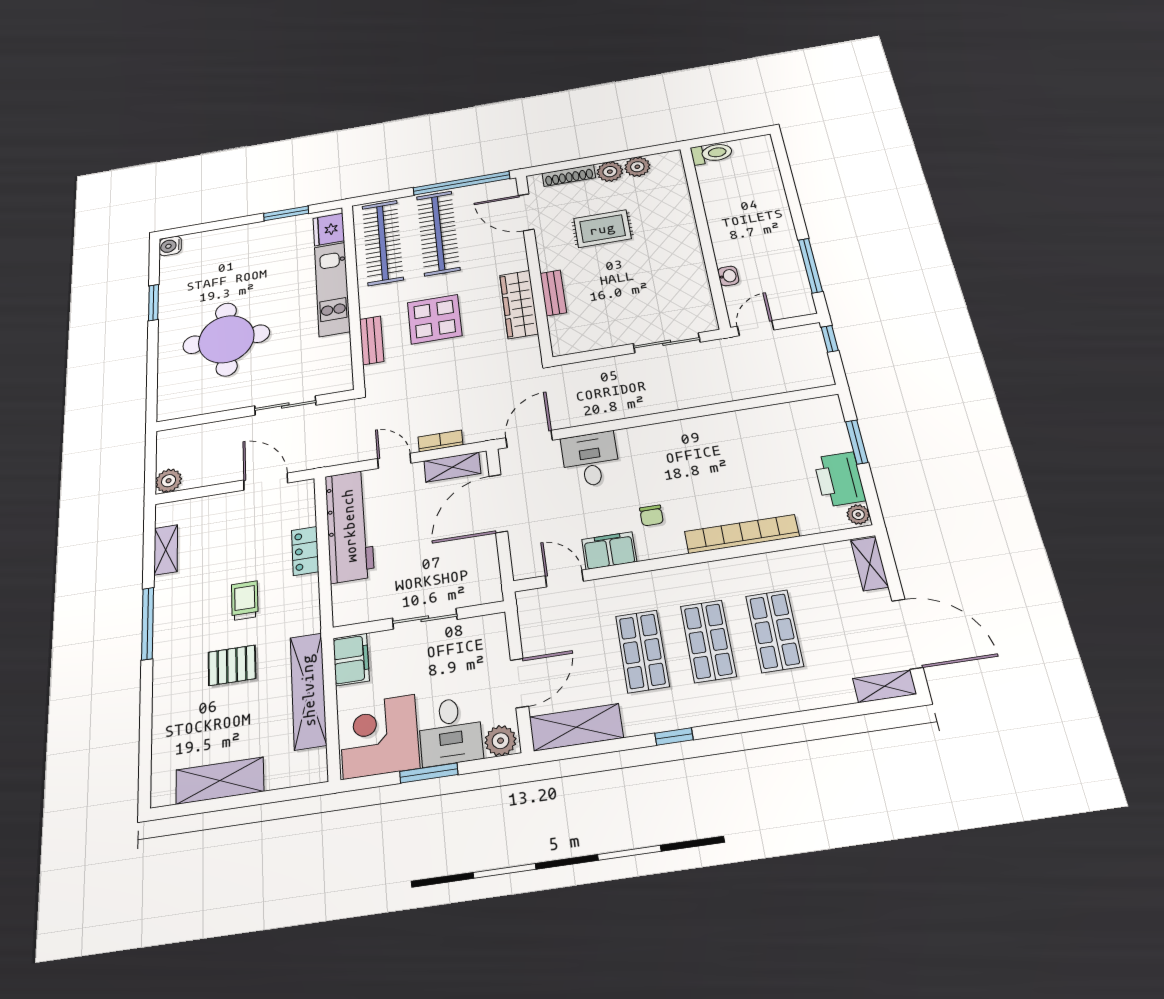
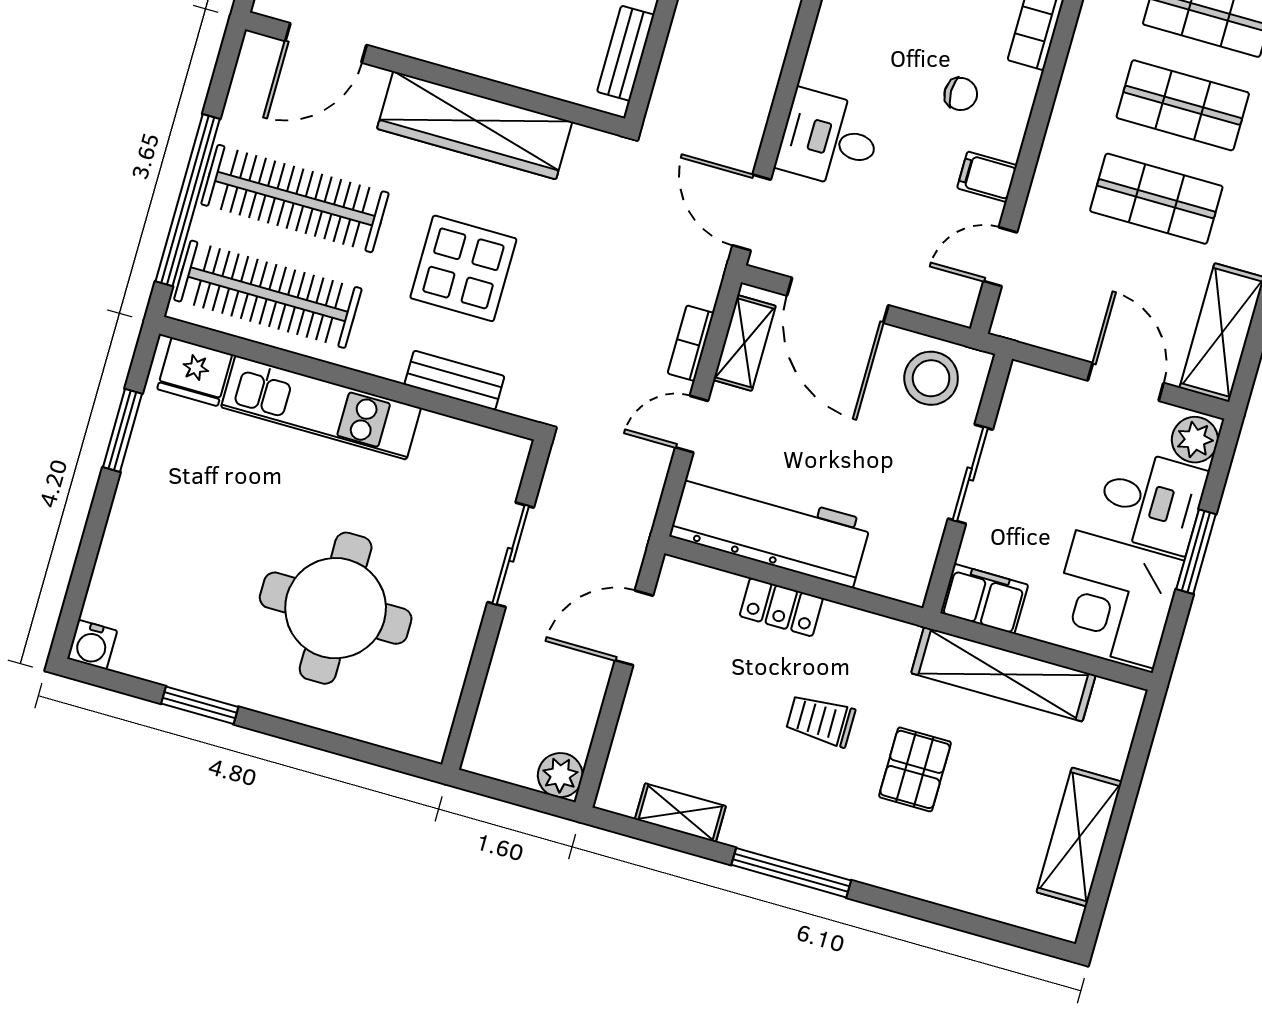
window: (461, 183) -> (188, 200), moved
bench: (553, 293) -> (626, 53), moved, turned 90
wardrobe: (519, 304) -> (475, 125), width x1.40, depth x1.17
filing cabinet: (609, 551) -> (987, 177), width x0.50
stool: (474, 572) -> (931, 378), added

